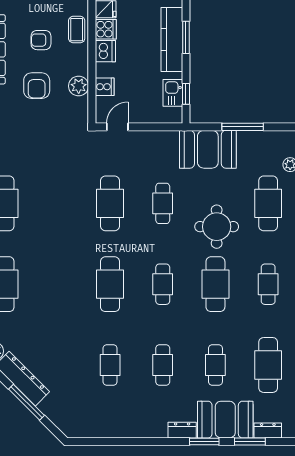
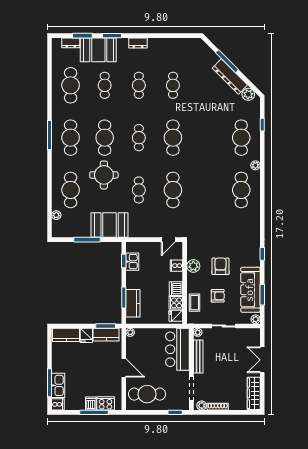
kitchen counter: (172, 39) -> (133, 303), width x0.67
cafe table: (268, 284) -> (71, 138), width x1.37, depth x1.35
dresser: (182, 430) -> (138, 43), moved

